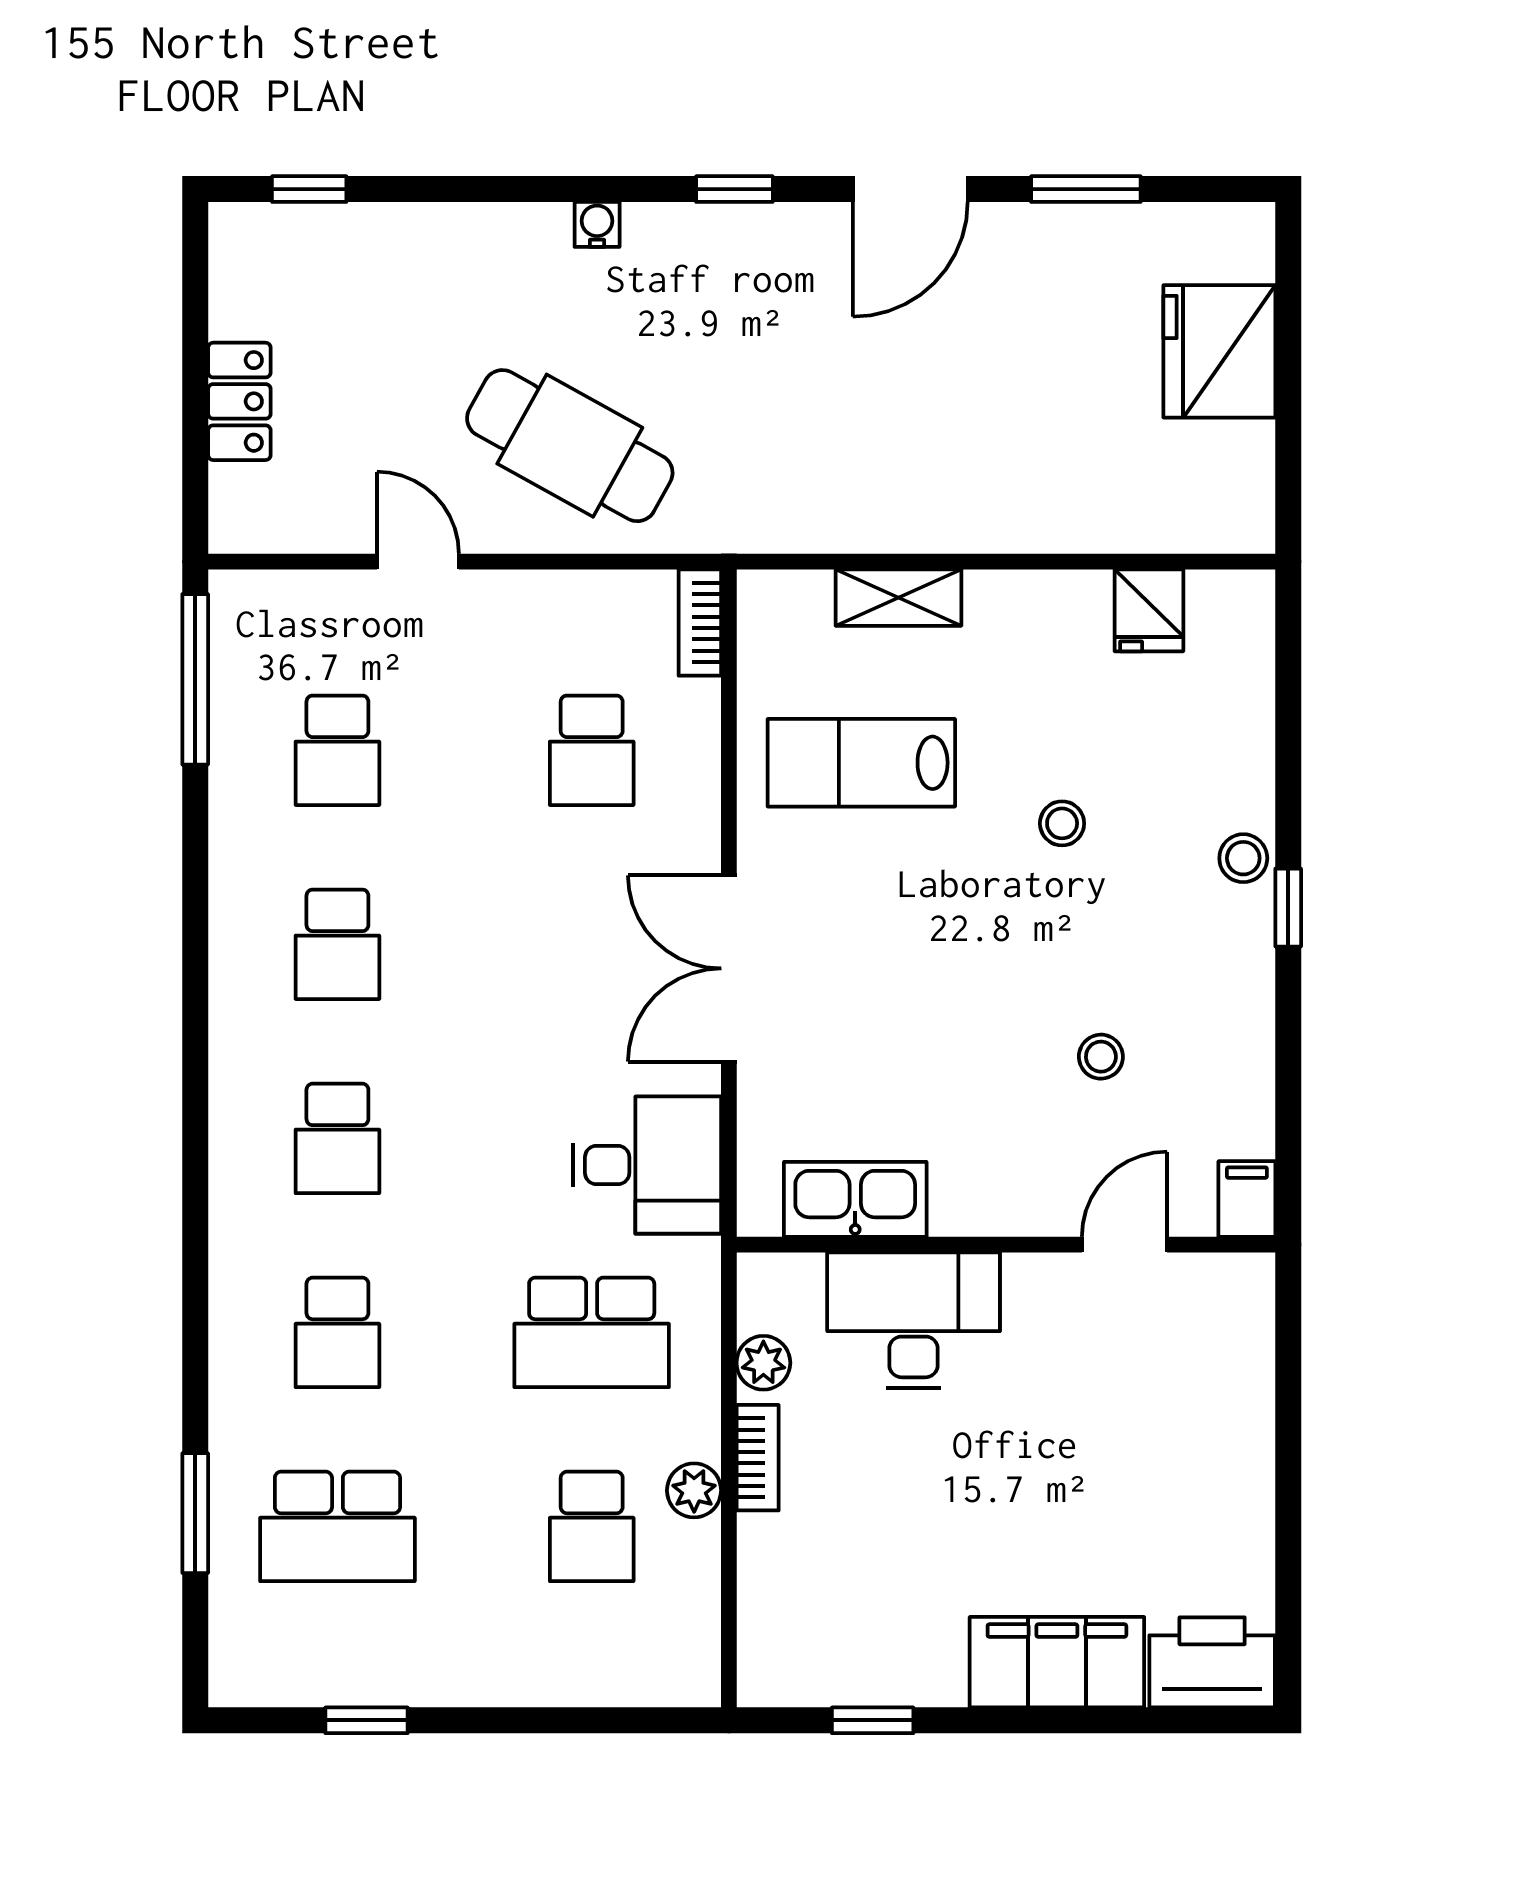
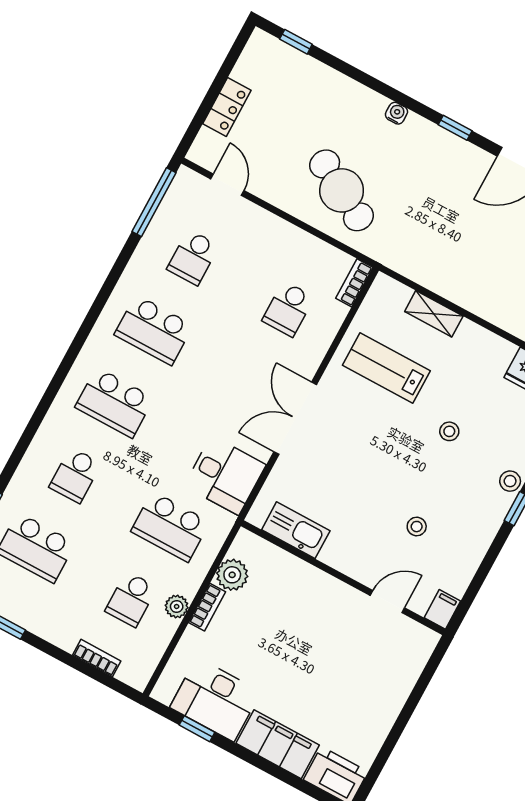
door: (418, 562) -> (227, 185), moved
school desk: (337, 944) -> (154, 330), width x1.85
school desk: (337, 1138) -> (114, 403), width x1.85
desk: (914, 1320) -> (215, 700), moved, turned 180
plant: (763, 1363) -> (232, 575), width x1.38, depth x1.38
bookcase: (586, 1686) -> (97, 658), added

